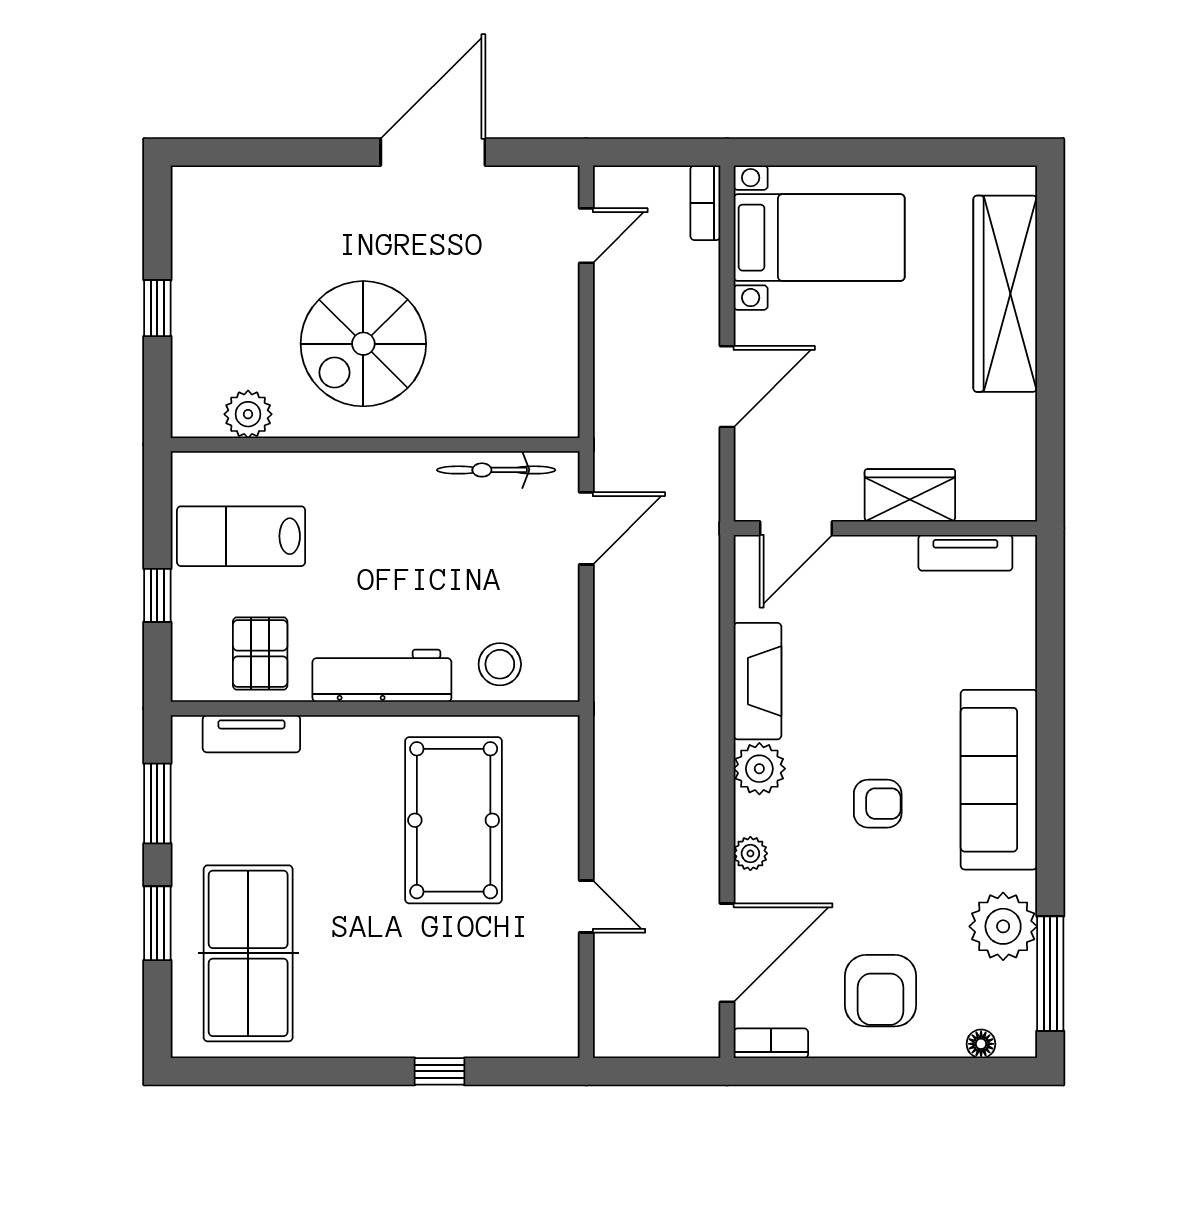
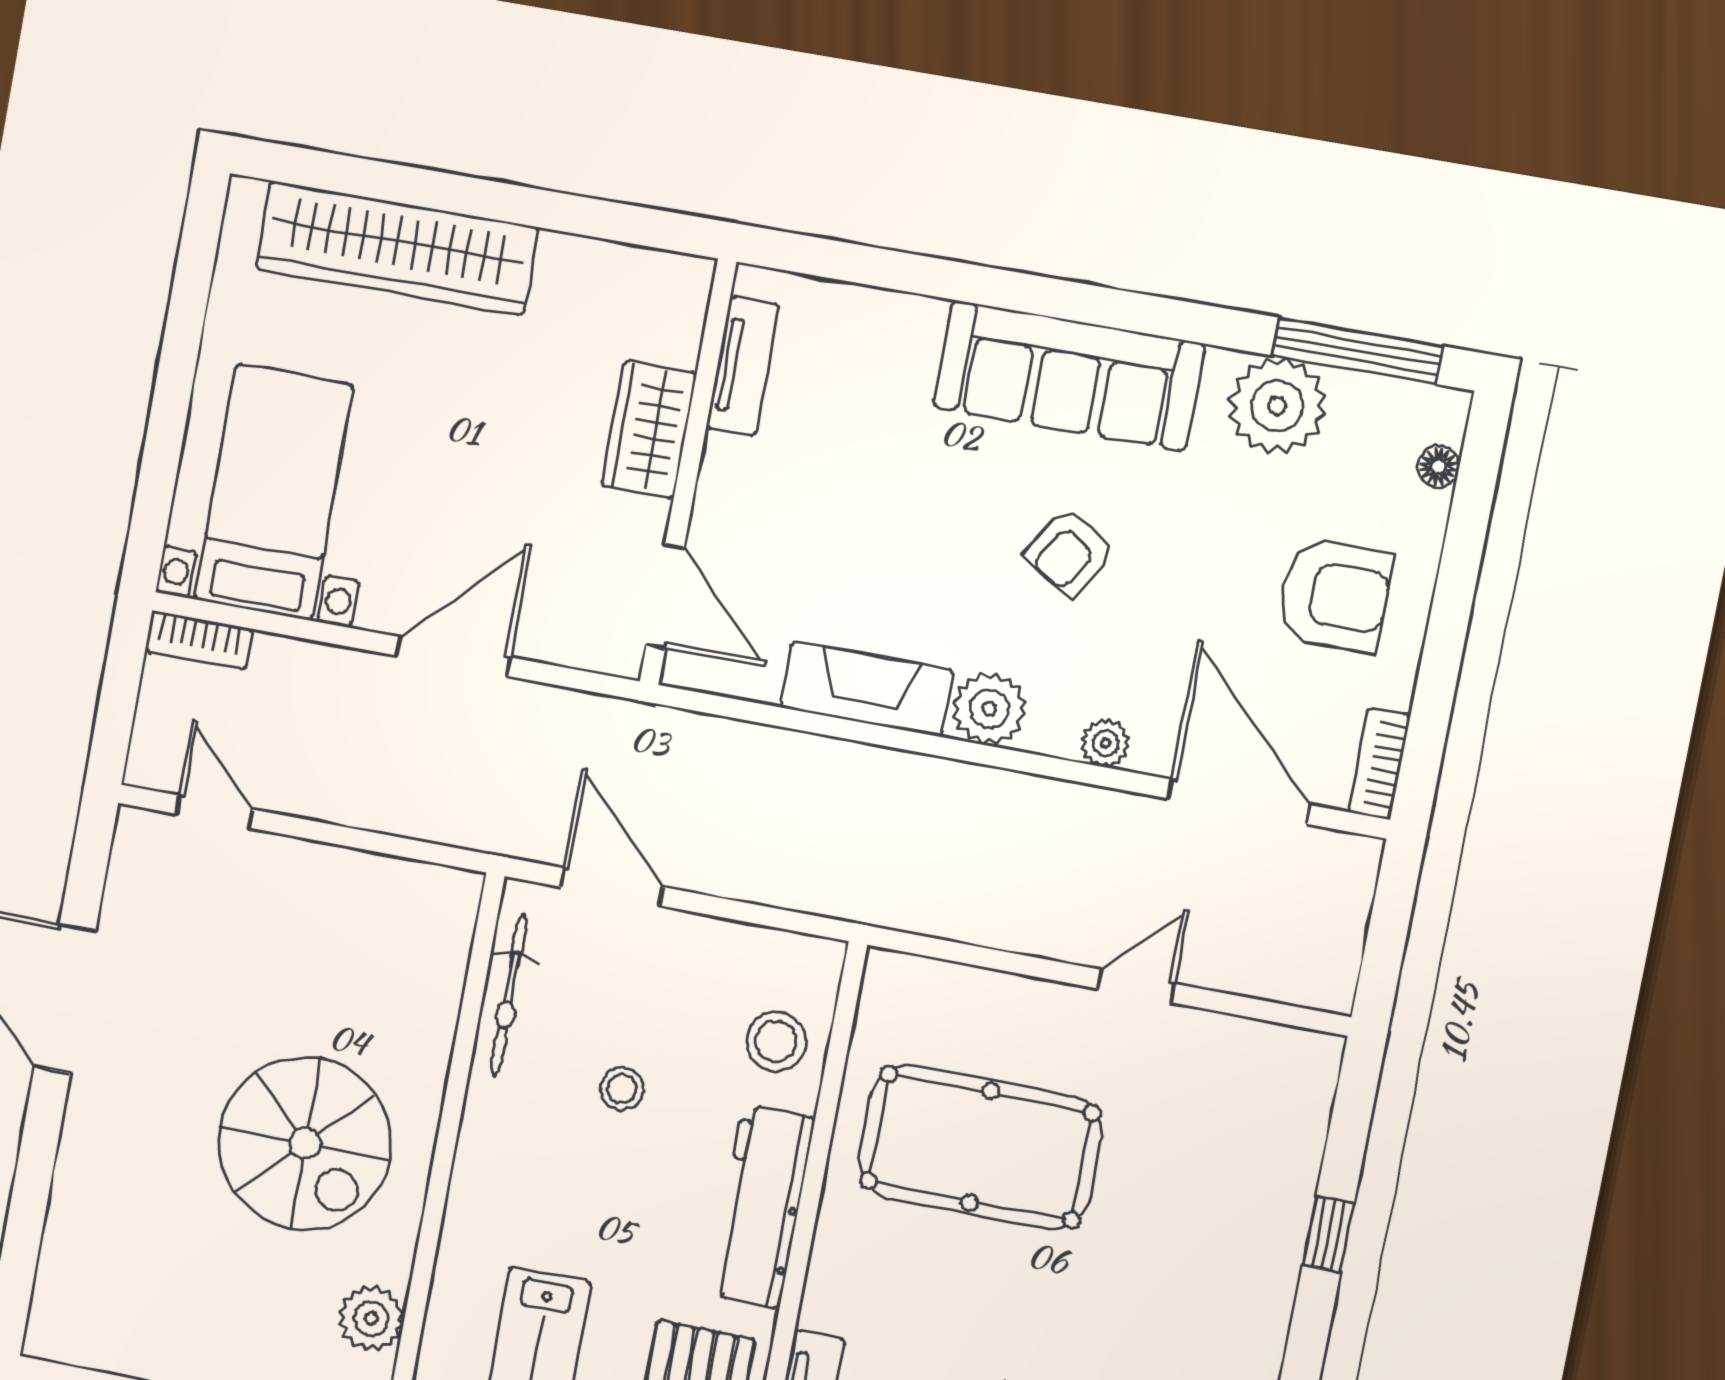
door: (727, 387) -> (454, 657), hinge flipped
stool: (446, 562) -> (622, 1089), added
armchair: (878, 804) -> (1070, 552), turned -148

